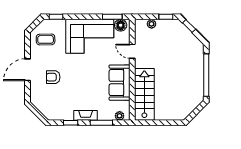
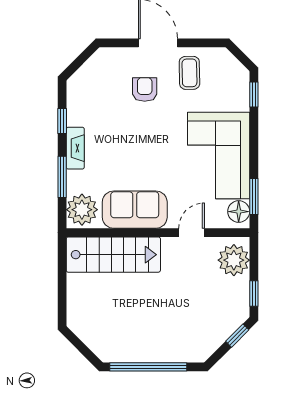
plant: (152, 24) -> (234, 260), width x1.88, depth x1.88
coffee table: (46, 39) -> (189, 73), moved
plant: (120, 116) -> (82, 210), width x1.87, depth x1.87

